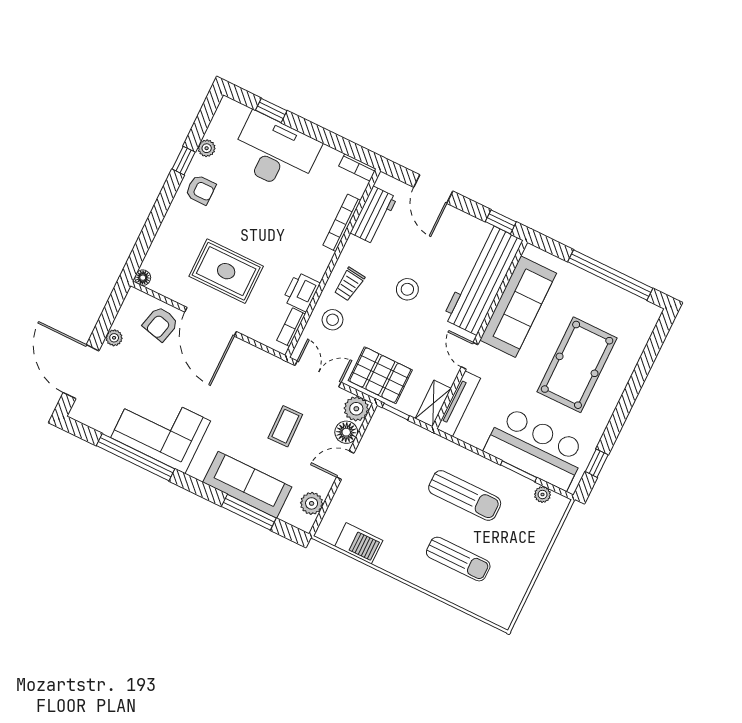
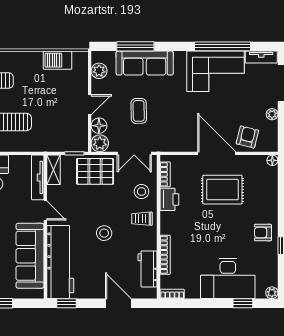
plant: (207, 148) -> (272, 293), moved
trolley: (349, 284) -> (142, 219), turned -97
tv unit: (92, 419) -> (261, 57), added

